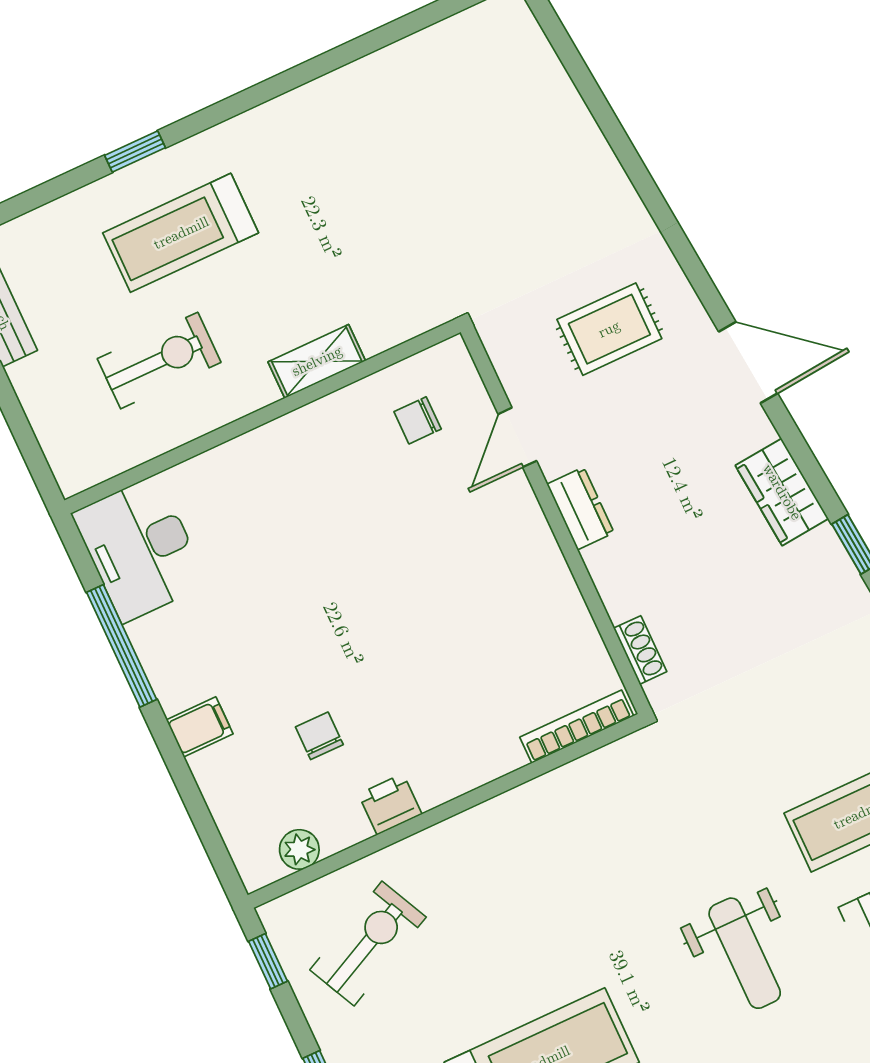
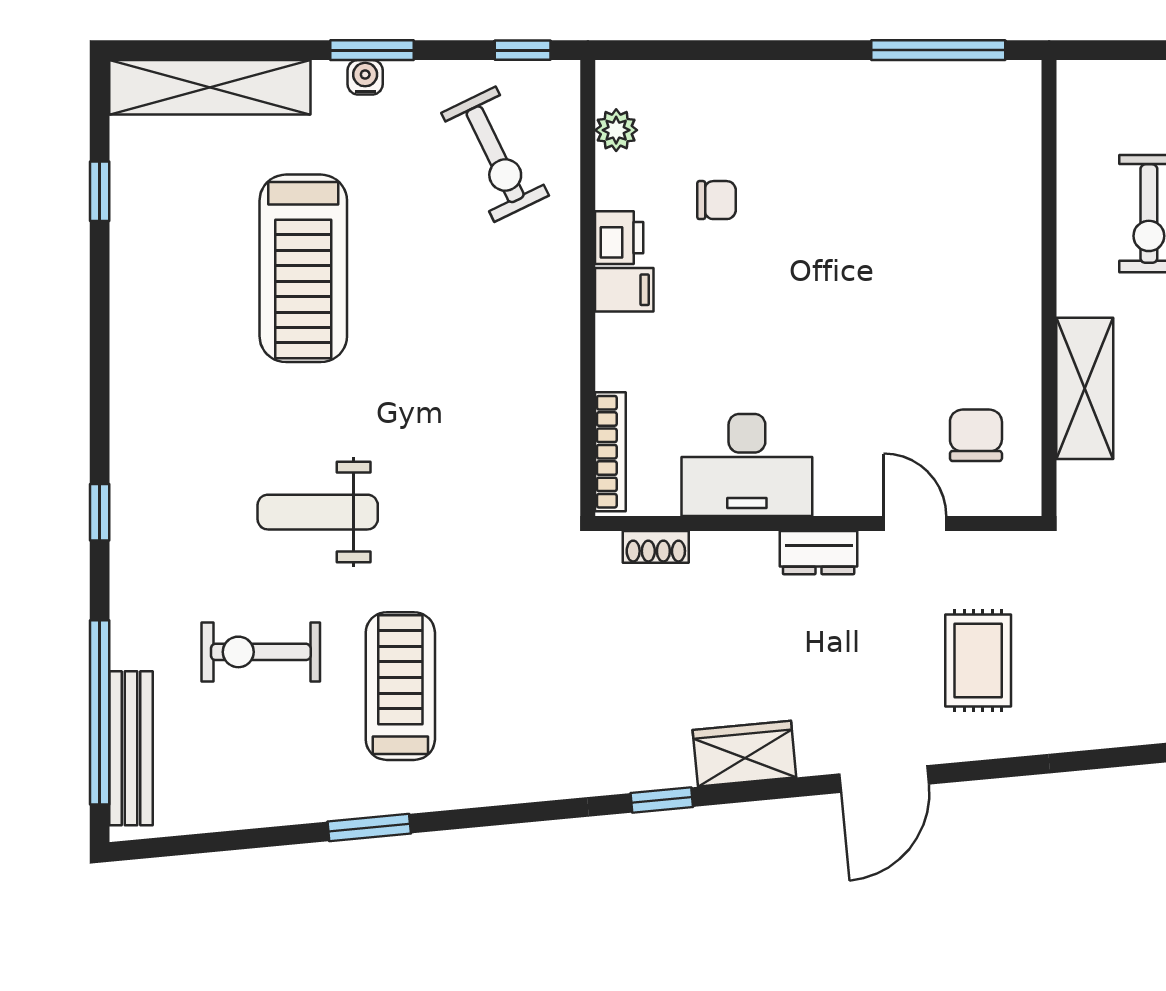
shelving: (317, 361) -> (1085, 388), width x1.50, depth x1.33
chair: (418, 420) -> (976, 435), width x1.37, depth x1.37
desk: (140, 549) -> (747, 465), moved, turned 180
window: (122, 646) -> (938, 50), moved
filing cabinet: (200, 727) -> (624, 290), moved, turned -90

